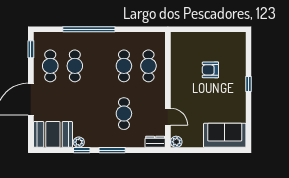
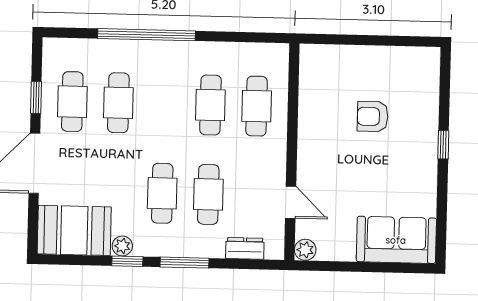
window: (31, 49) -> (36, 98), moved
cafe table: (99, 114) -> (162, 193), added
dresser: (155, 142) -> (245, 248), moved

